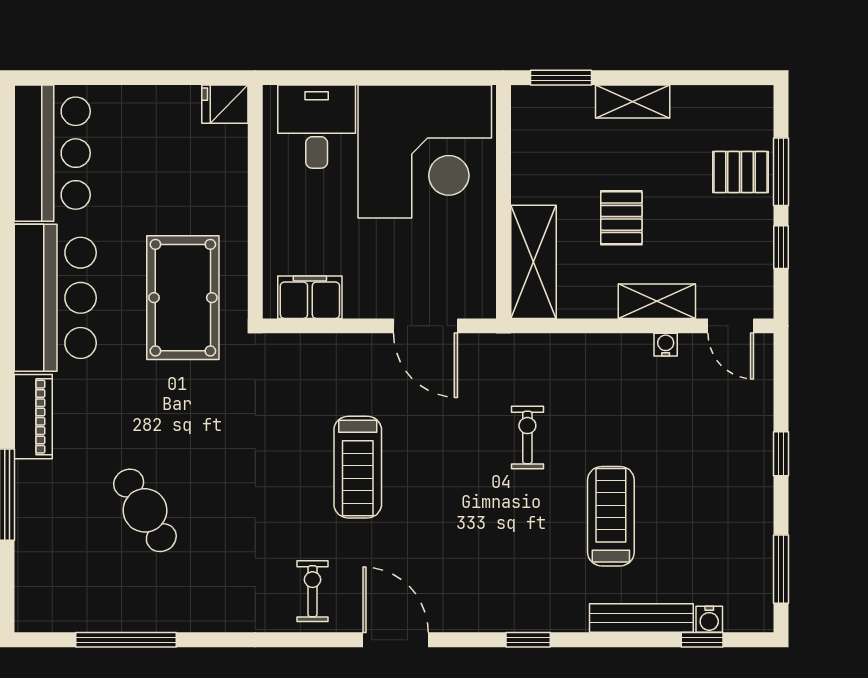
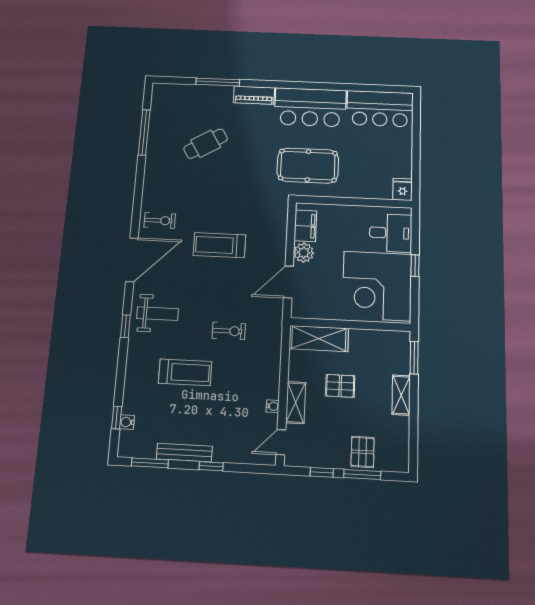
window: (381, 78) -> (415, 266), added
plant: (365, 298) -> (304, 253), added
weight bench: (500, 579) -> (157, 314), added
bench: (641, 618) -> (184, 453), moved, turned 90
door: (396, 640) -> (132, 260), width x1.36

